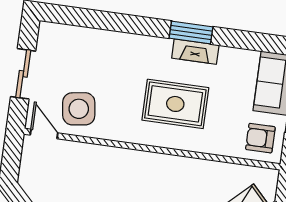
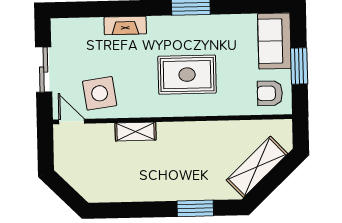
fireplace: (195, 52) -> (125, 25), moved
shelving: (110, 156) -> (136, 132), added

